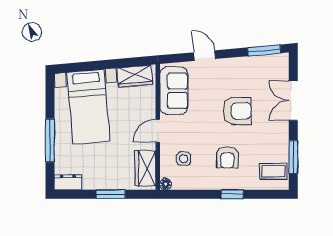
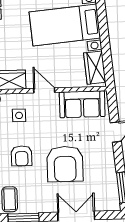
armchair: (237, 111) -> (65, 164), width x1.36, depth x1.36
armchair: (227, 157) -> (22, 156), turned -90

